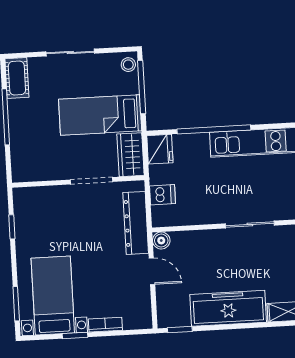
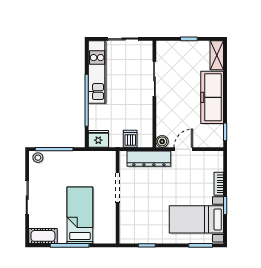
bed: (100, 115) -> (80, 215), moved, turned 180
wardrobe: (131, 155) -> (101, 160), removed

